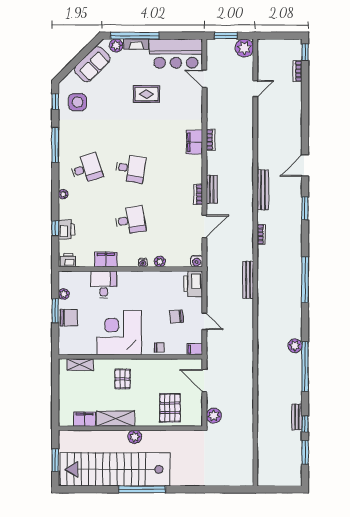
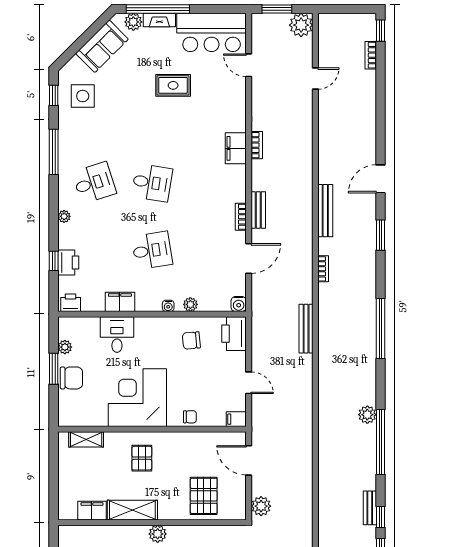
chair: (176, 317) -> (191, 340), moved

